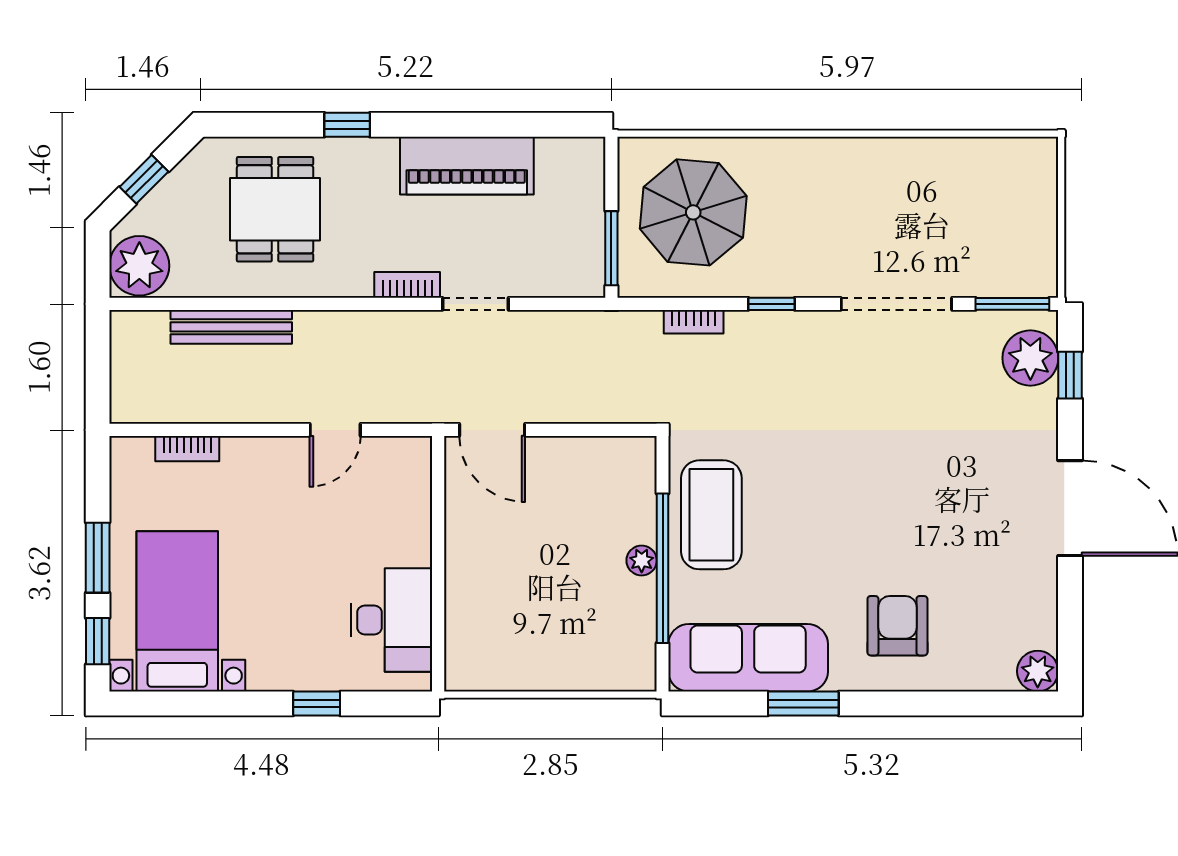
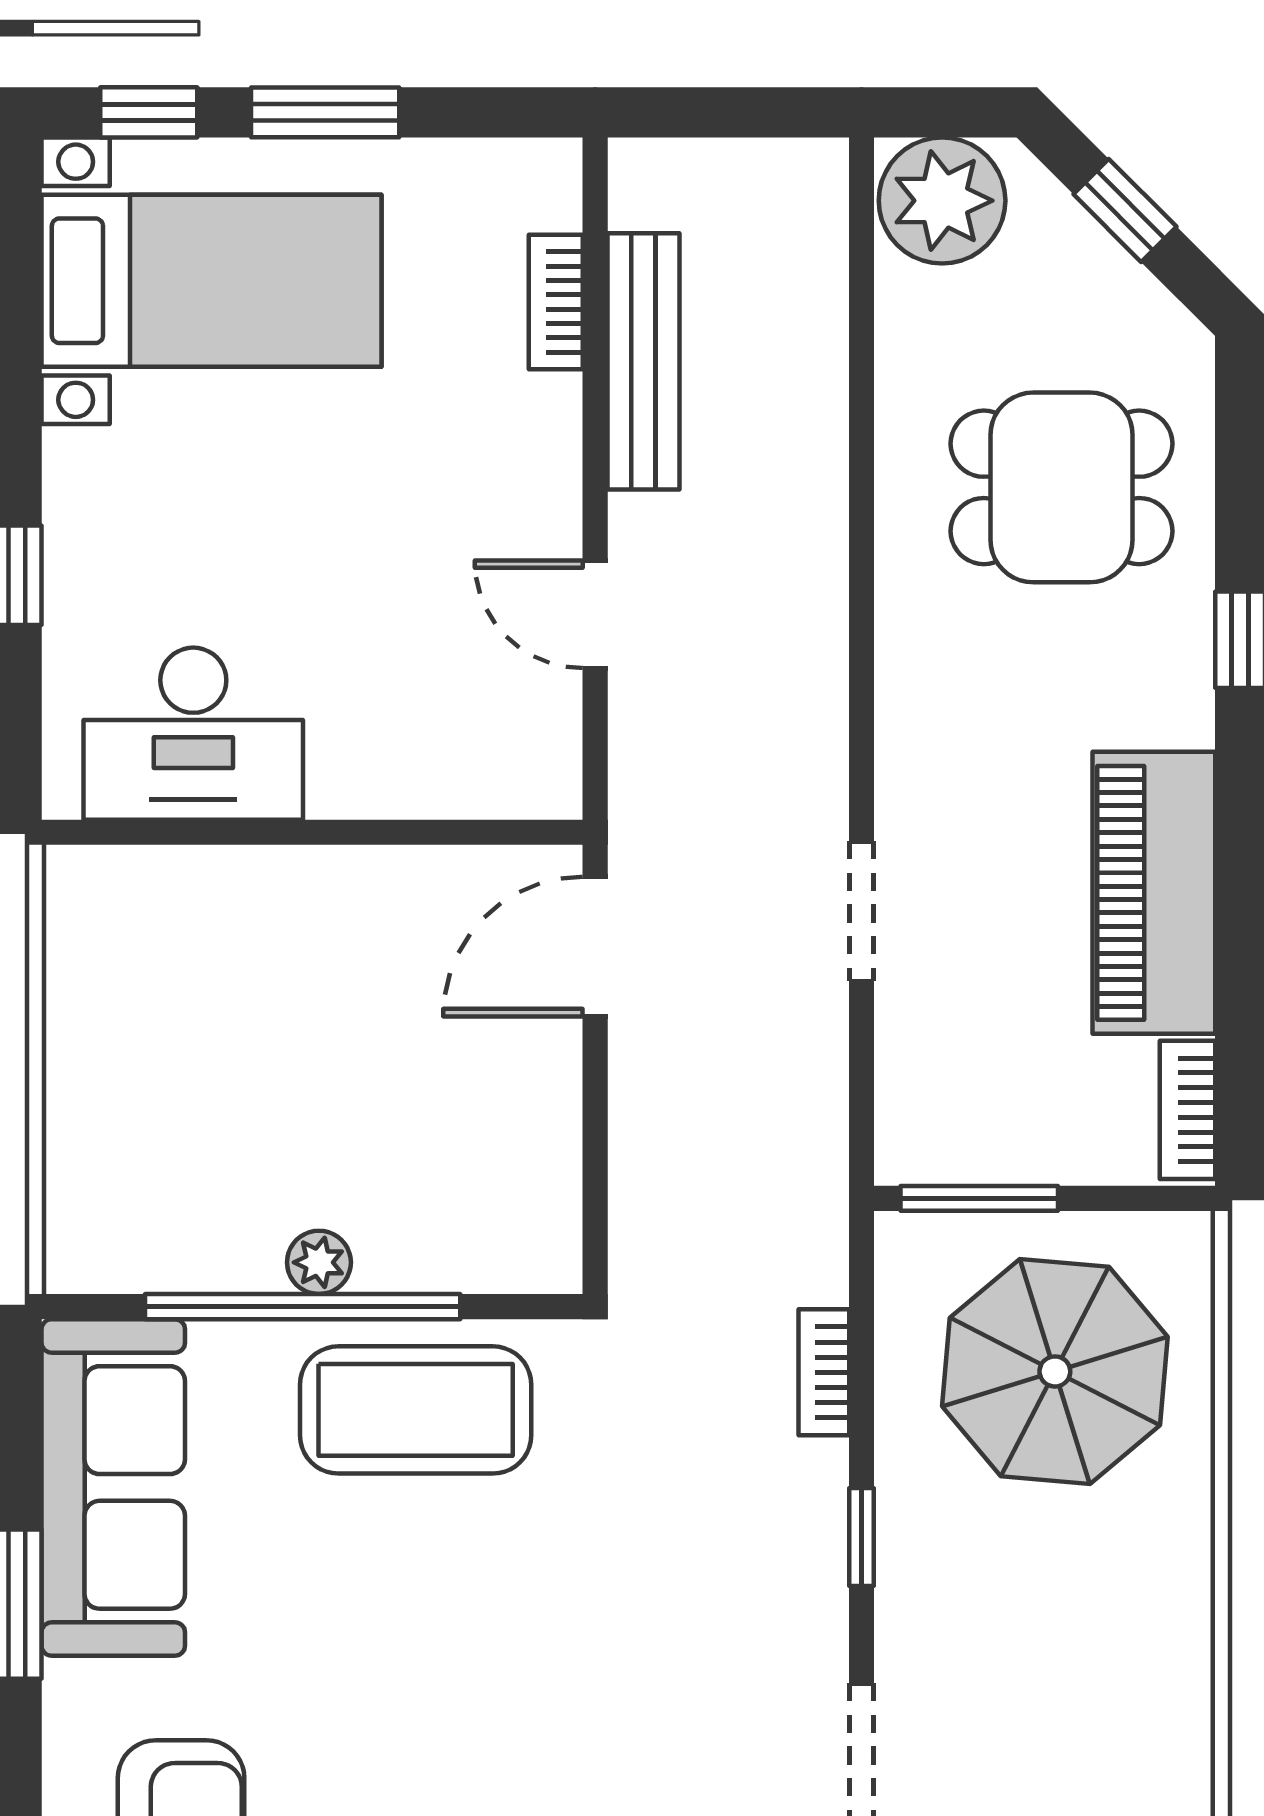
bookcase: (407, 285) -> (1188, 1110), moved, turned 180
bench: (231, 327) -> (644, 361), moved

